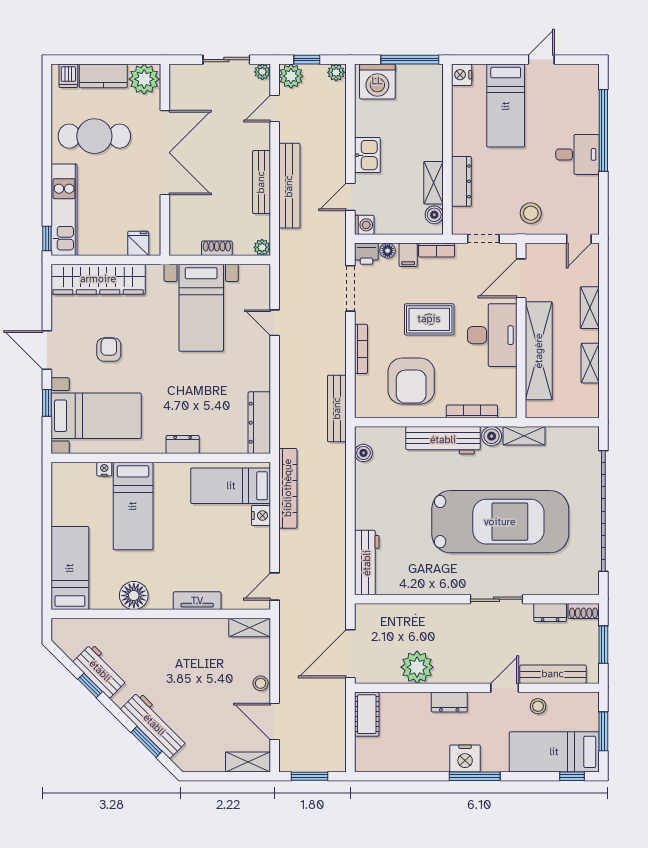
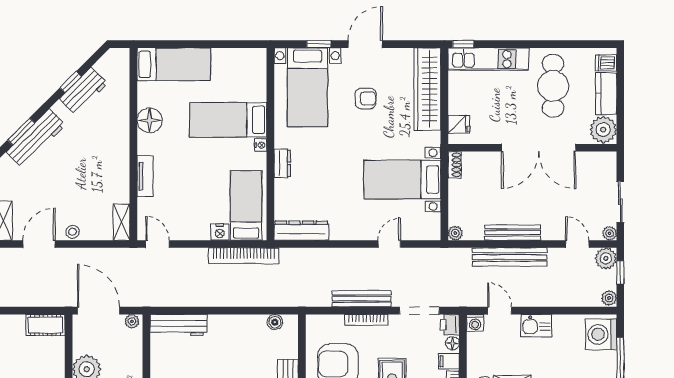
shoe rack: (217, 248) -> (455, 165), moved
bench: (337, 408) -> (362, 299), moved
nightstand: (104, 469) -> (261, 145), moved
plant: (363, 616) -> (132, 321), added

